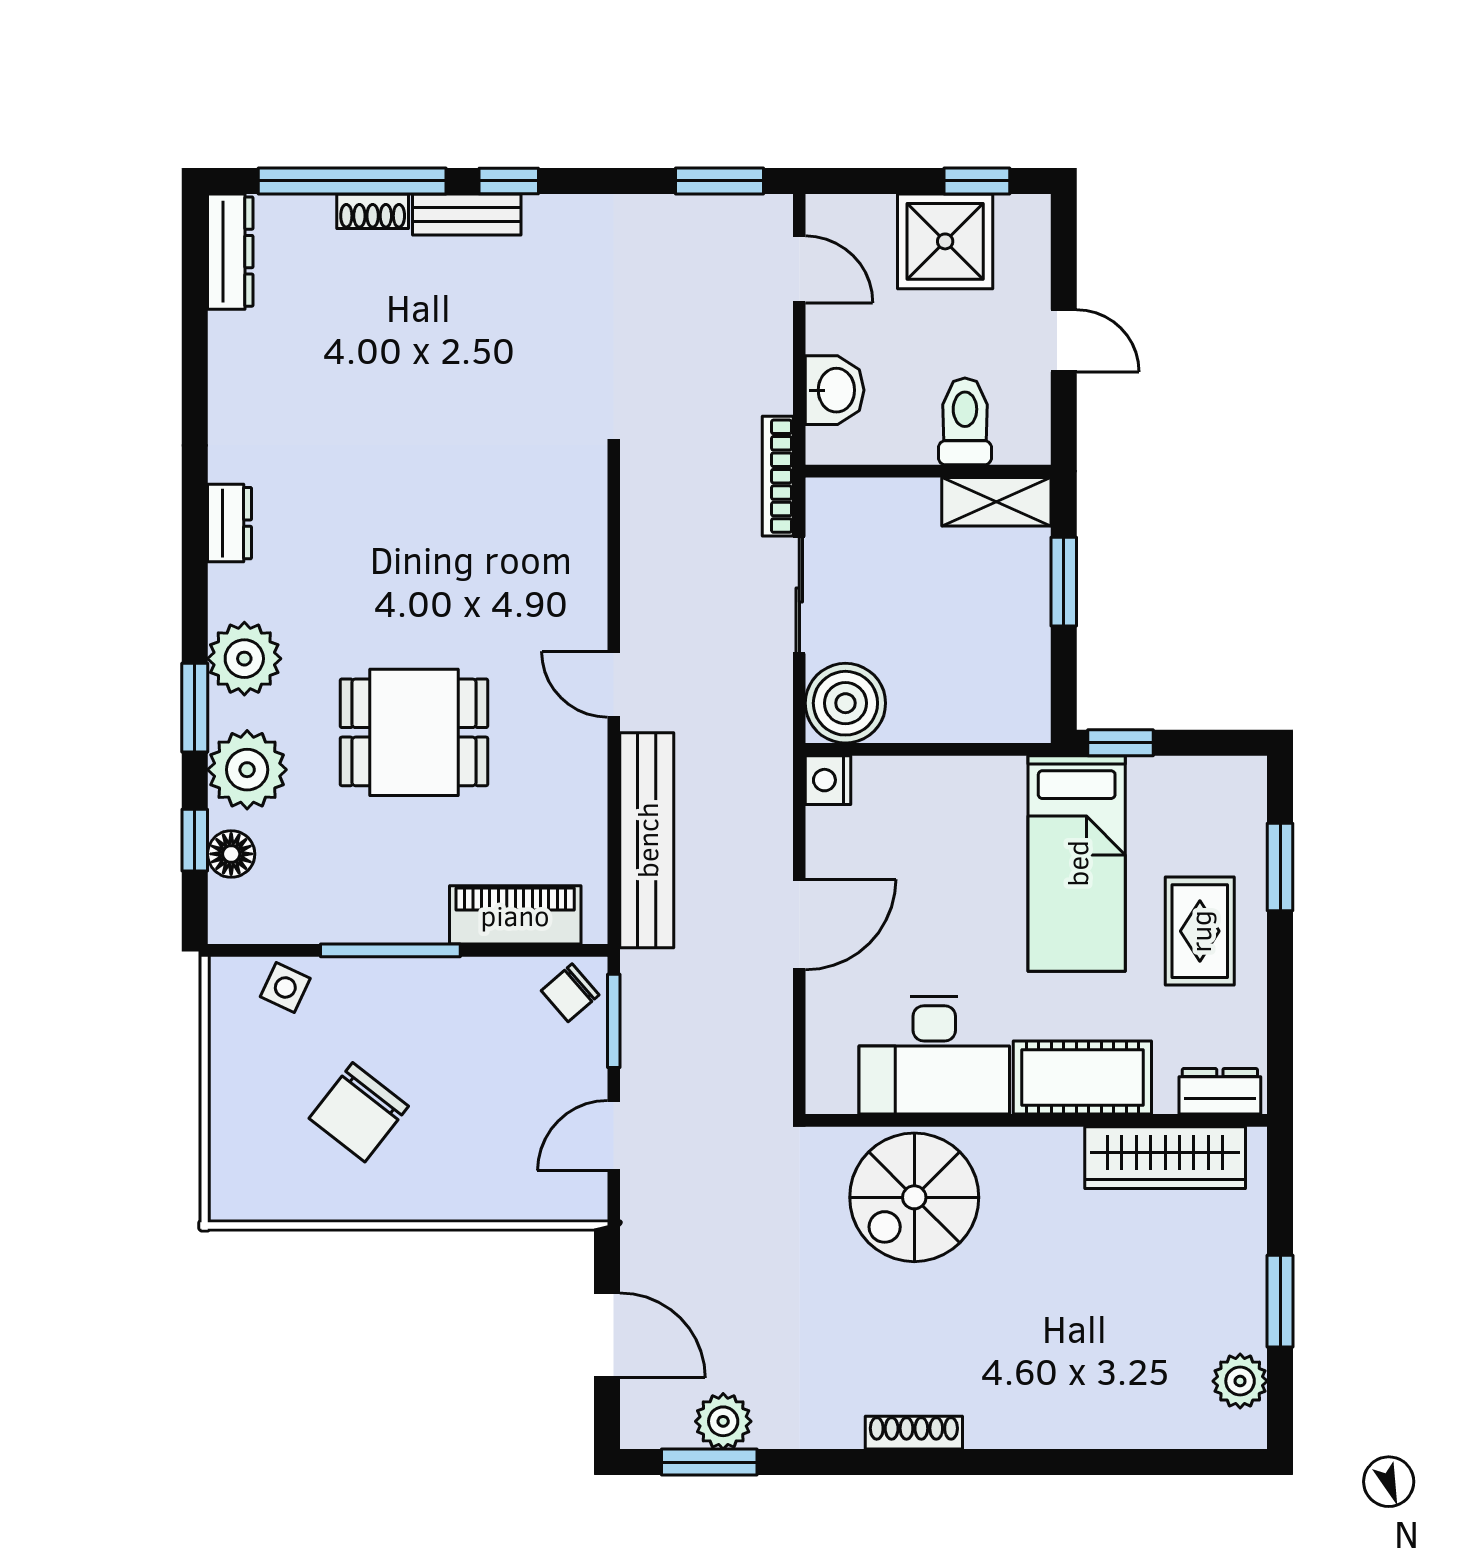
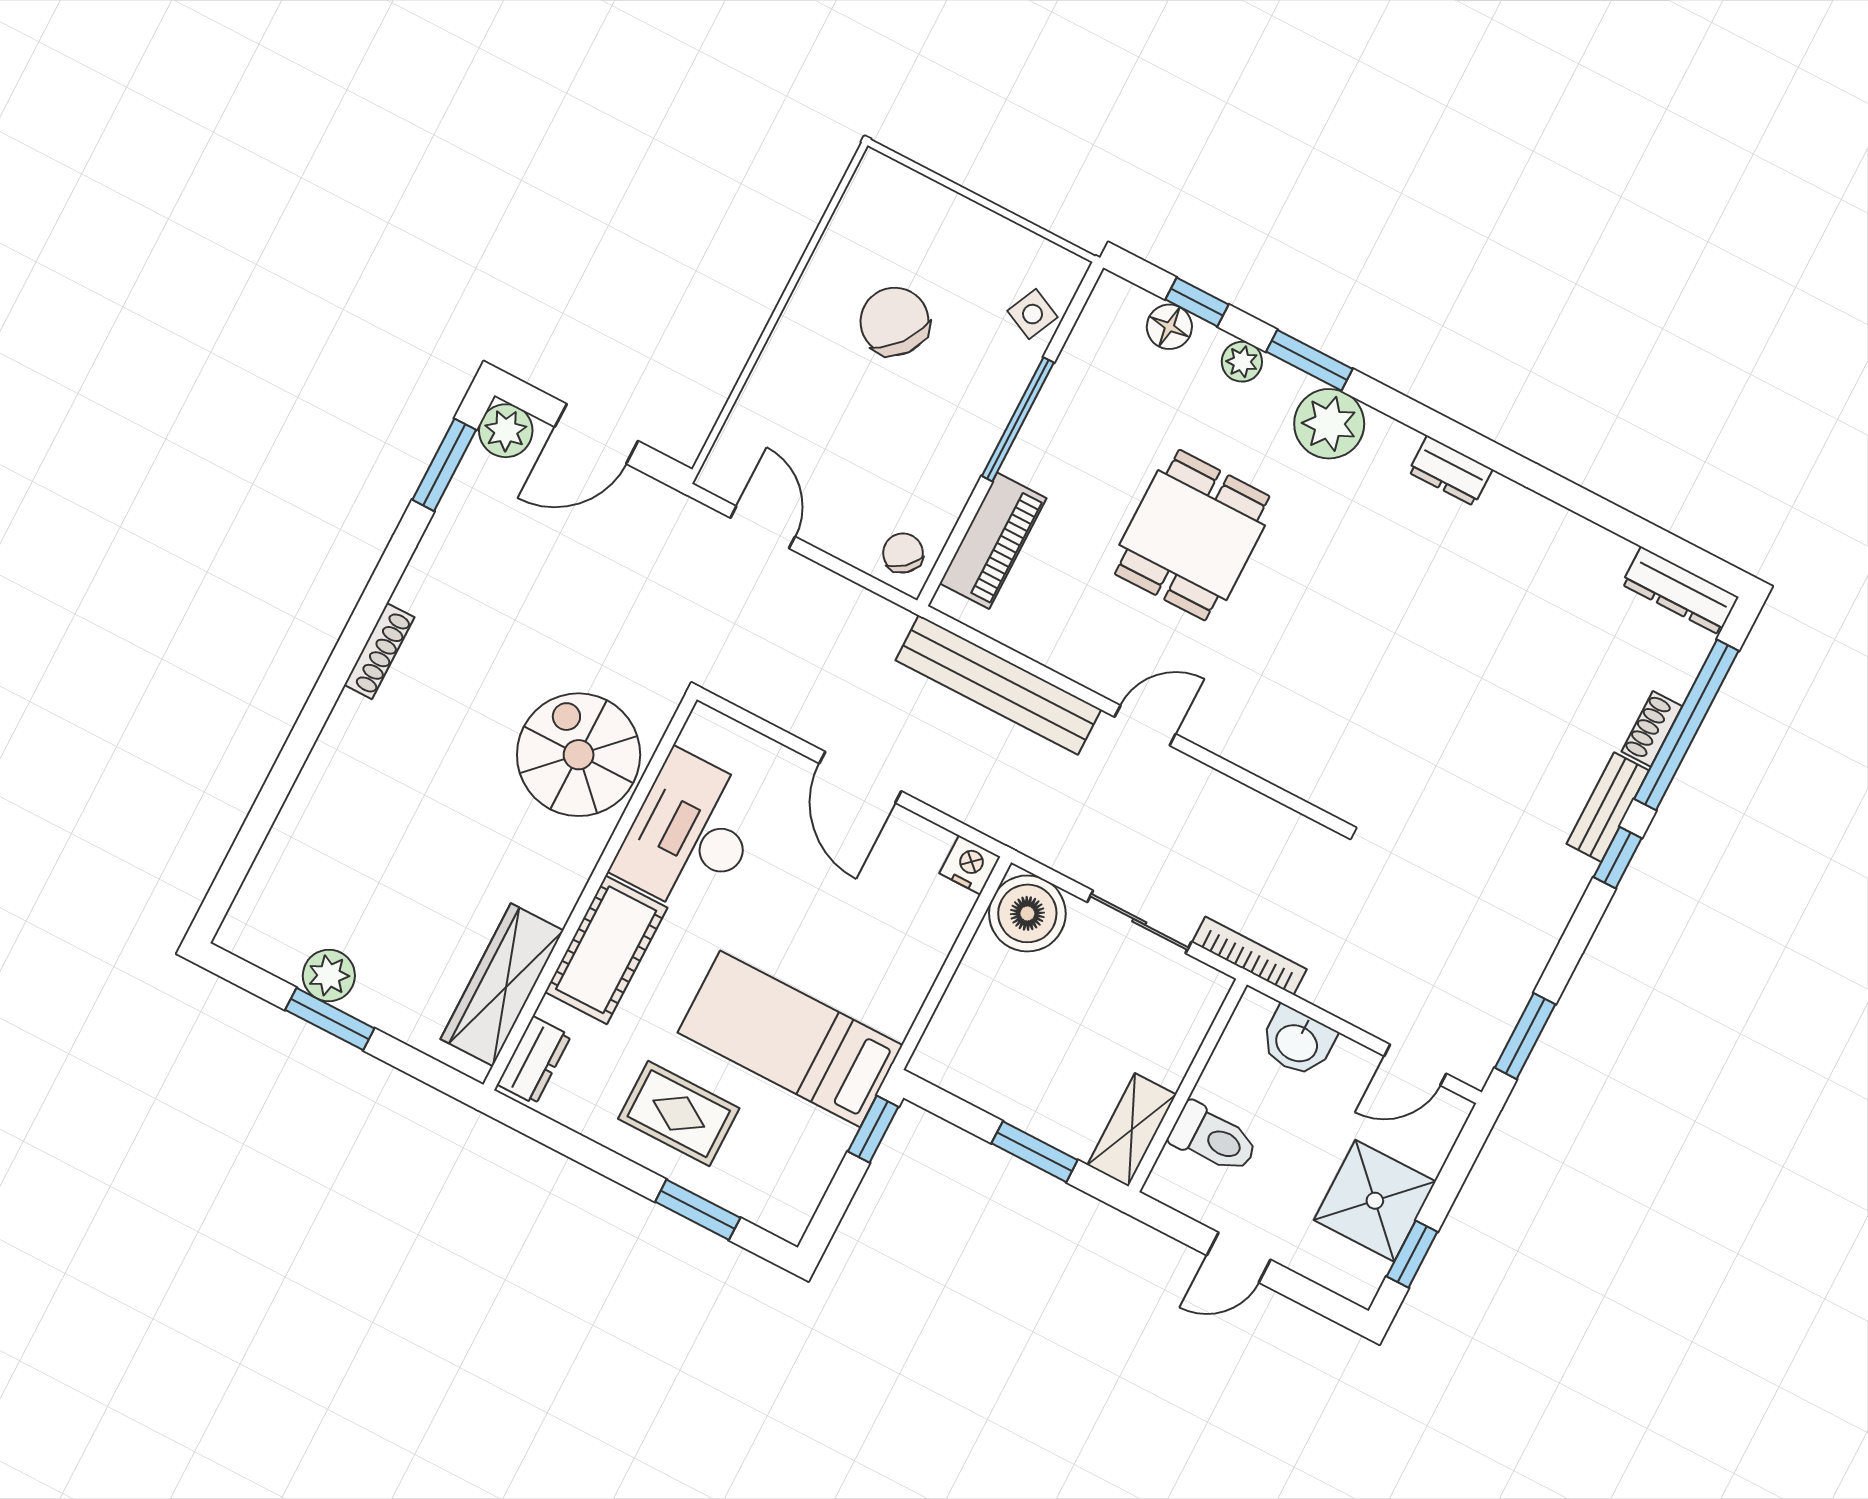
plant: (247, 770) -> (1242, 362), width x0.53, depth x0.53
window: (614, 1021) -> (860, 578), removed
plant: (1240, 1381) -> (329, 976), moved
plant: (723, 1421) -> (506, 431), moved

